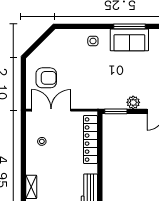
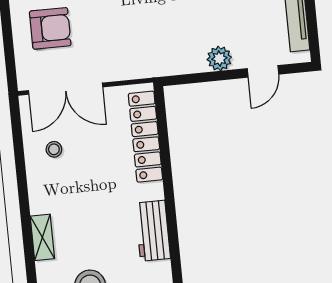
double door: (51, 110) -> (66, 89), swing flipped
window: (116, 111) -> (188, 79), removed

